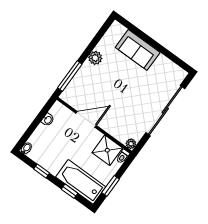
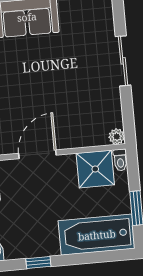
sliding door: (165, 111) -> (123, 61), width x0.54
window: (69, 191) -> (93, 258), removed

